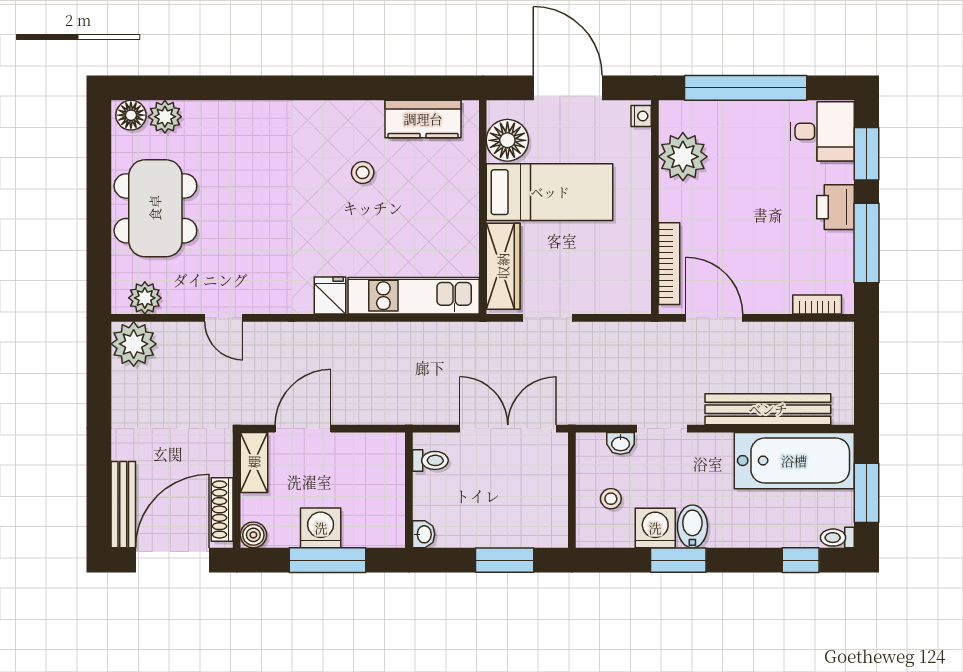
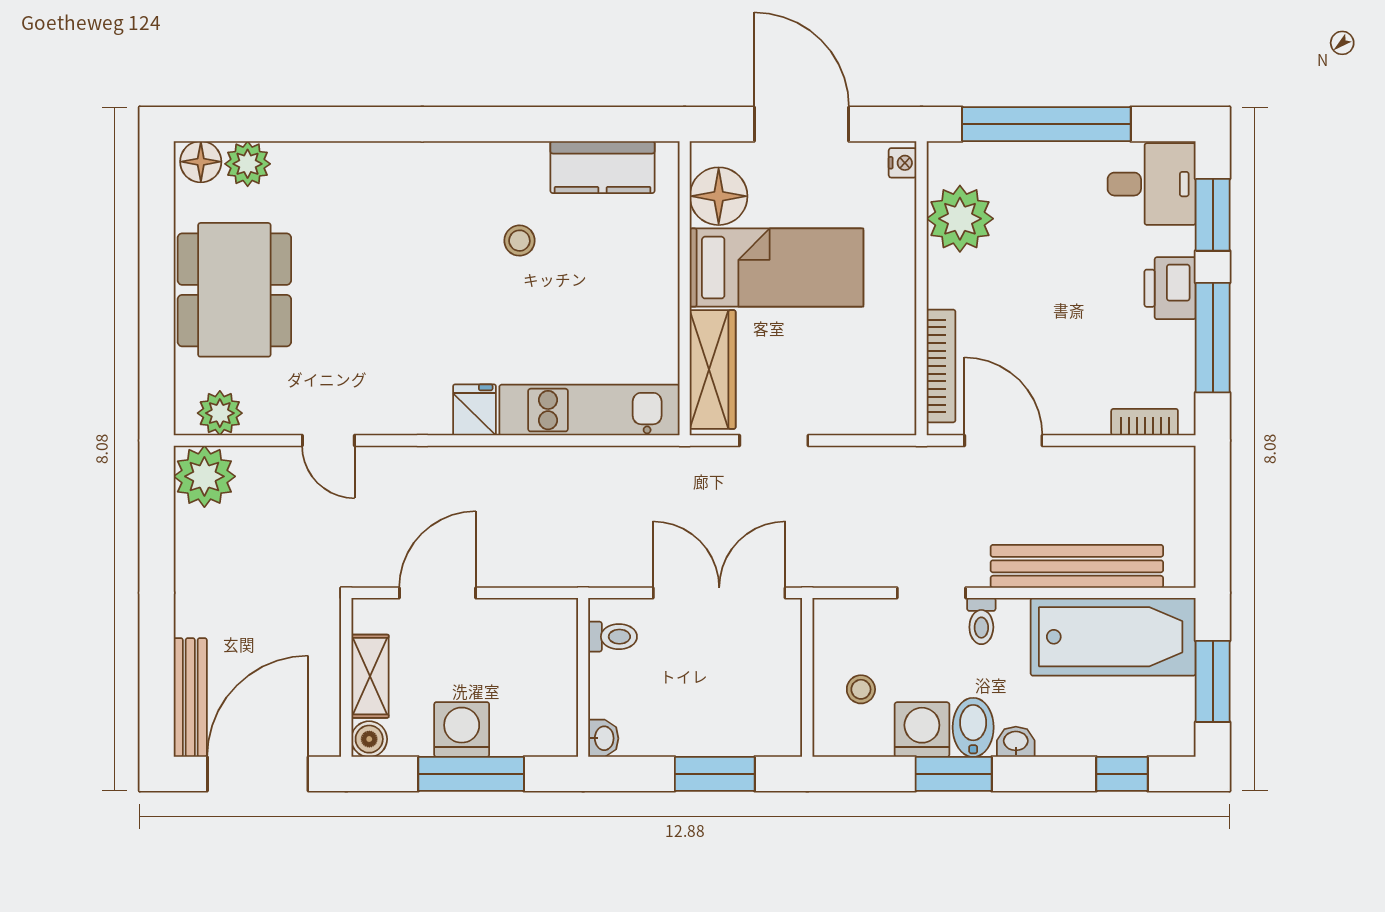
washbasin: (621, 443) -> (1016, 742), moved, turned 180
shelving: (254, 462) -> (370, 676), moved
shoe rack: (222, 509) -> (326, 704), removed
toilet: (837, 538) -> (981, 621), moved, turned -90

